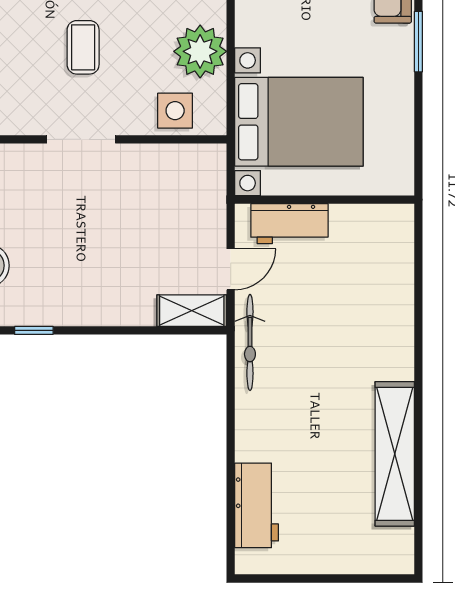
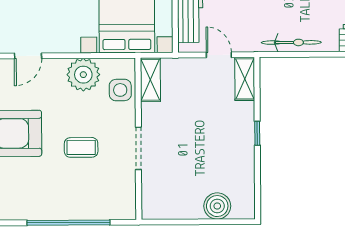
shelving: (191, 159) -> (150, 80), added
window: (34, 330) -> (257, 133), moved
bicycle: (250, 342) -> (291, 42), moved

